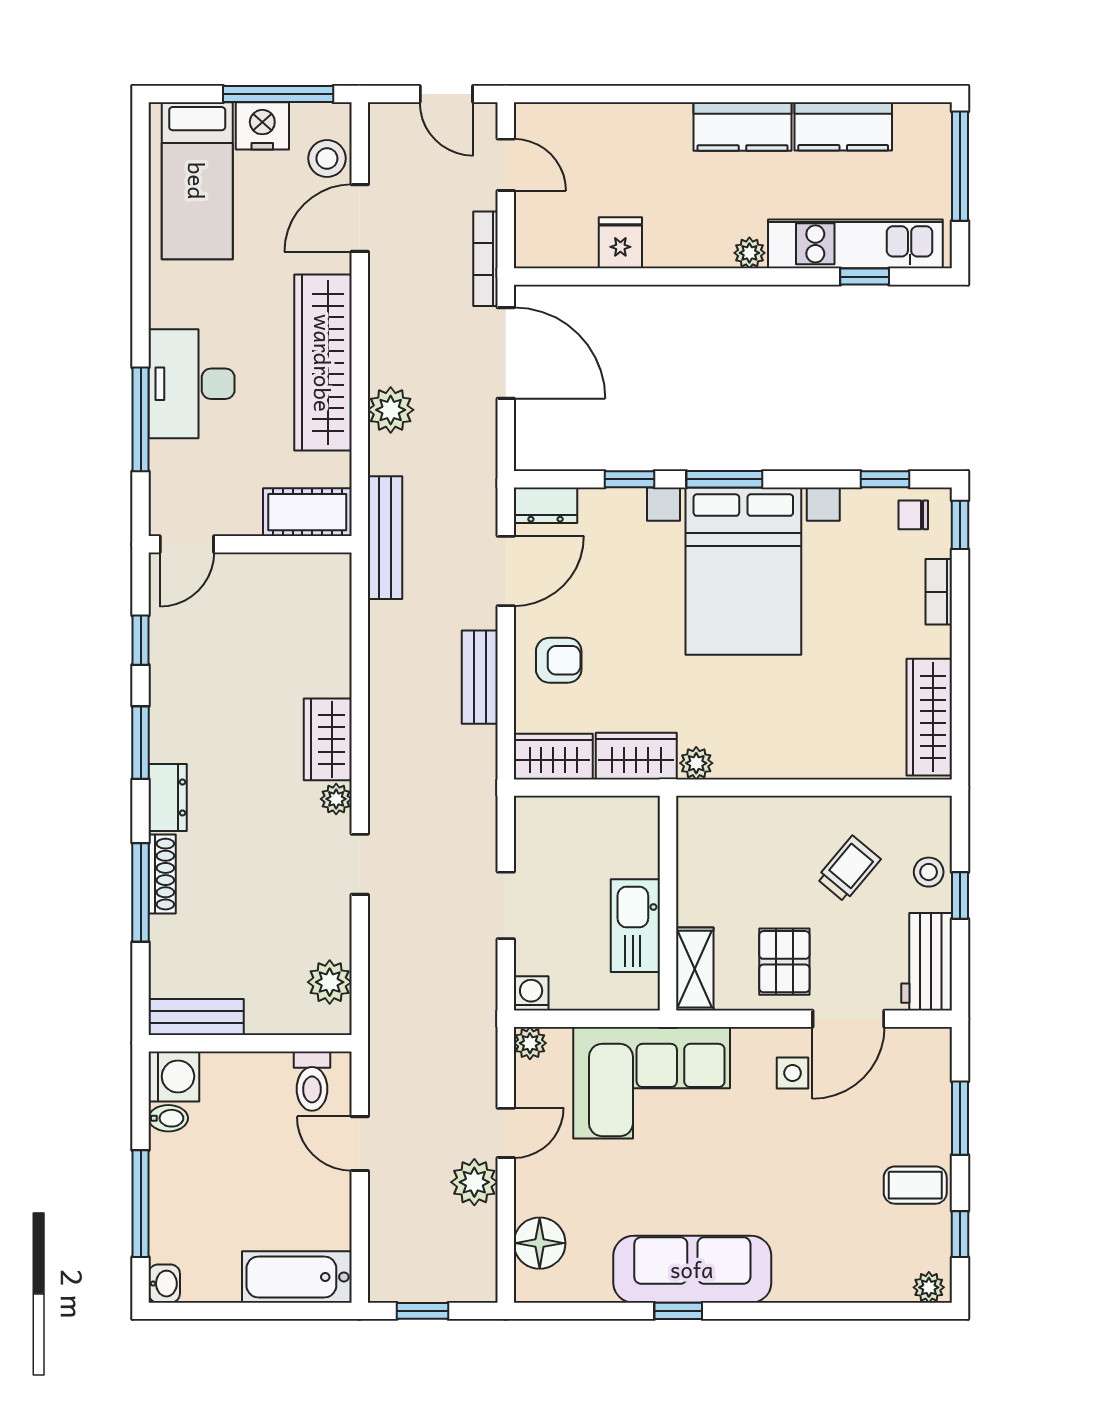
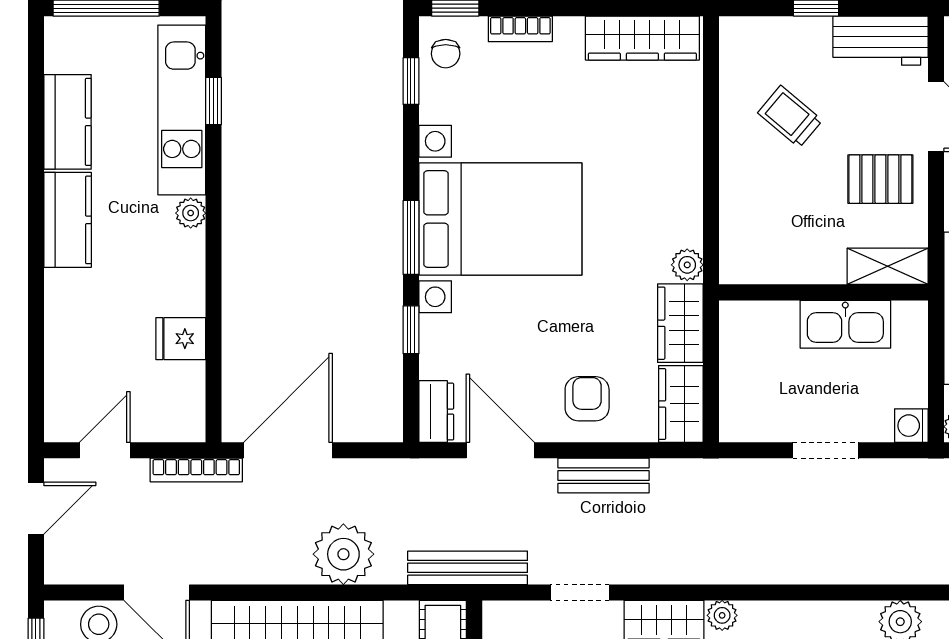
plant: (391, 410) -> (343, 554), width x1.36, depth x1.36
doorway: (360, 864) -> (580, 592), moved
stool: (929, 872) -> (793, 39), removed

